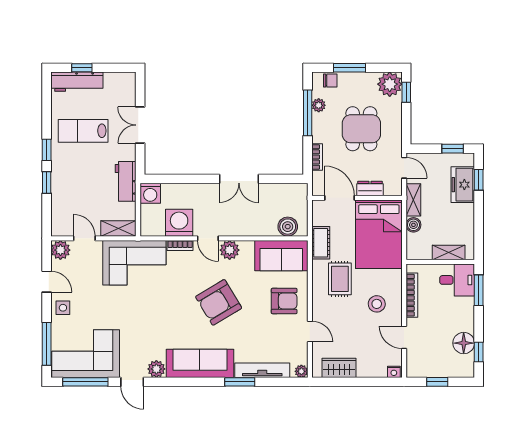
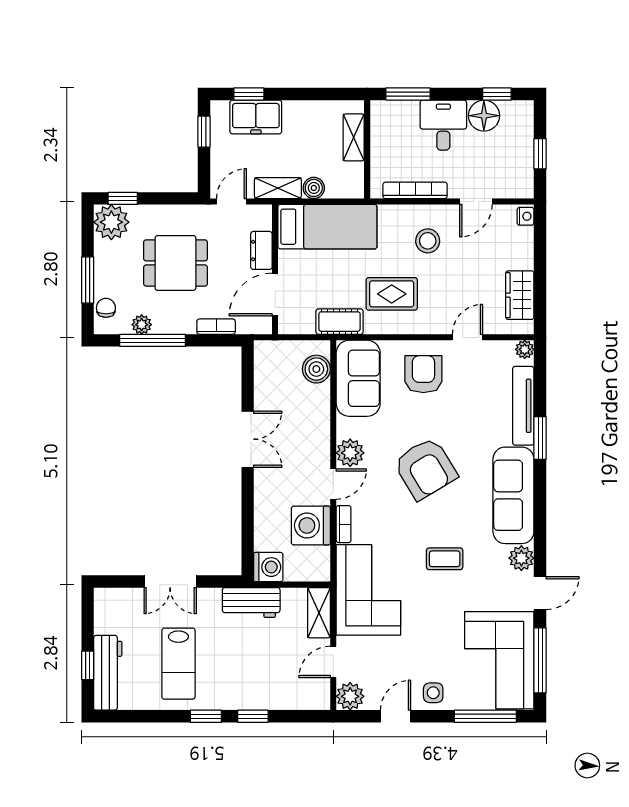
bed: (379, 234) -> (327, 227), width x0.67
desk: (457, 280) -> (443, 125), moved
coffee table: (156, 316) -> (445, 559), added

